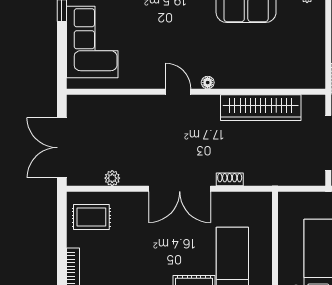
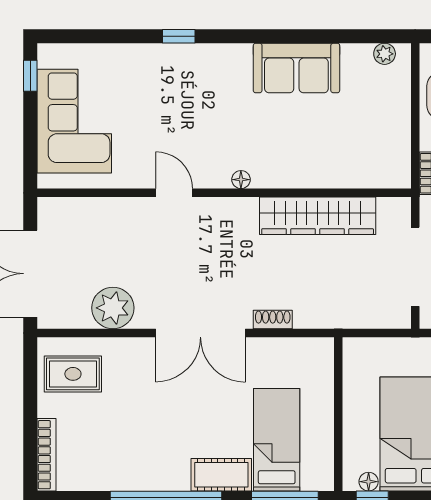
door: (178, 92) -> (174, 193), moved
plant: (112, 178) -> (113, 308), width x1.87, depth x1.87

